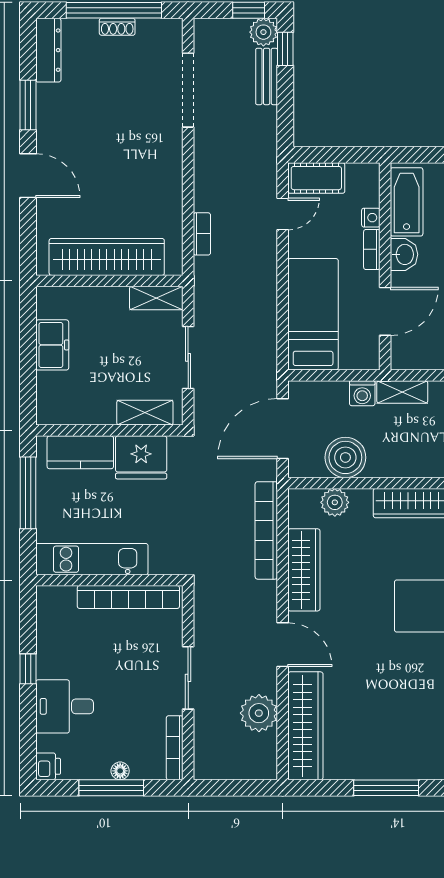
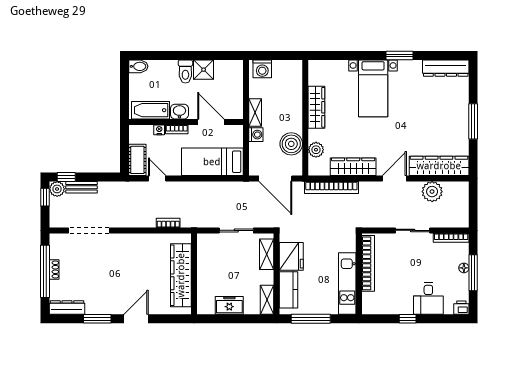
shelving: (156, 298) -> (267, 300), moved

